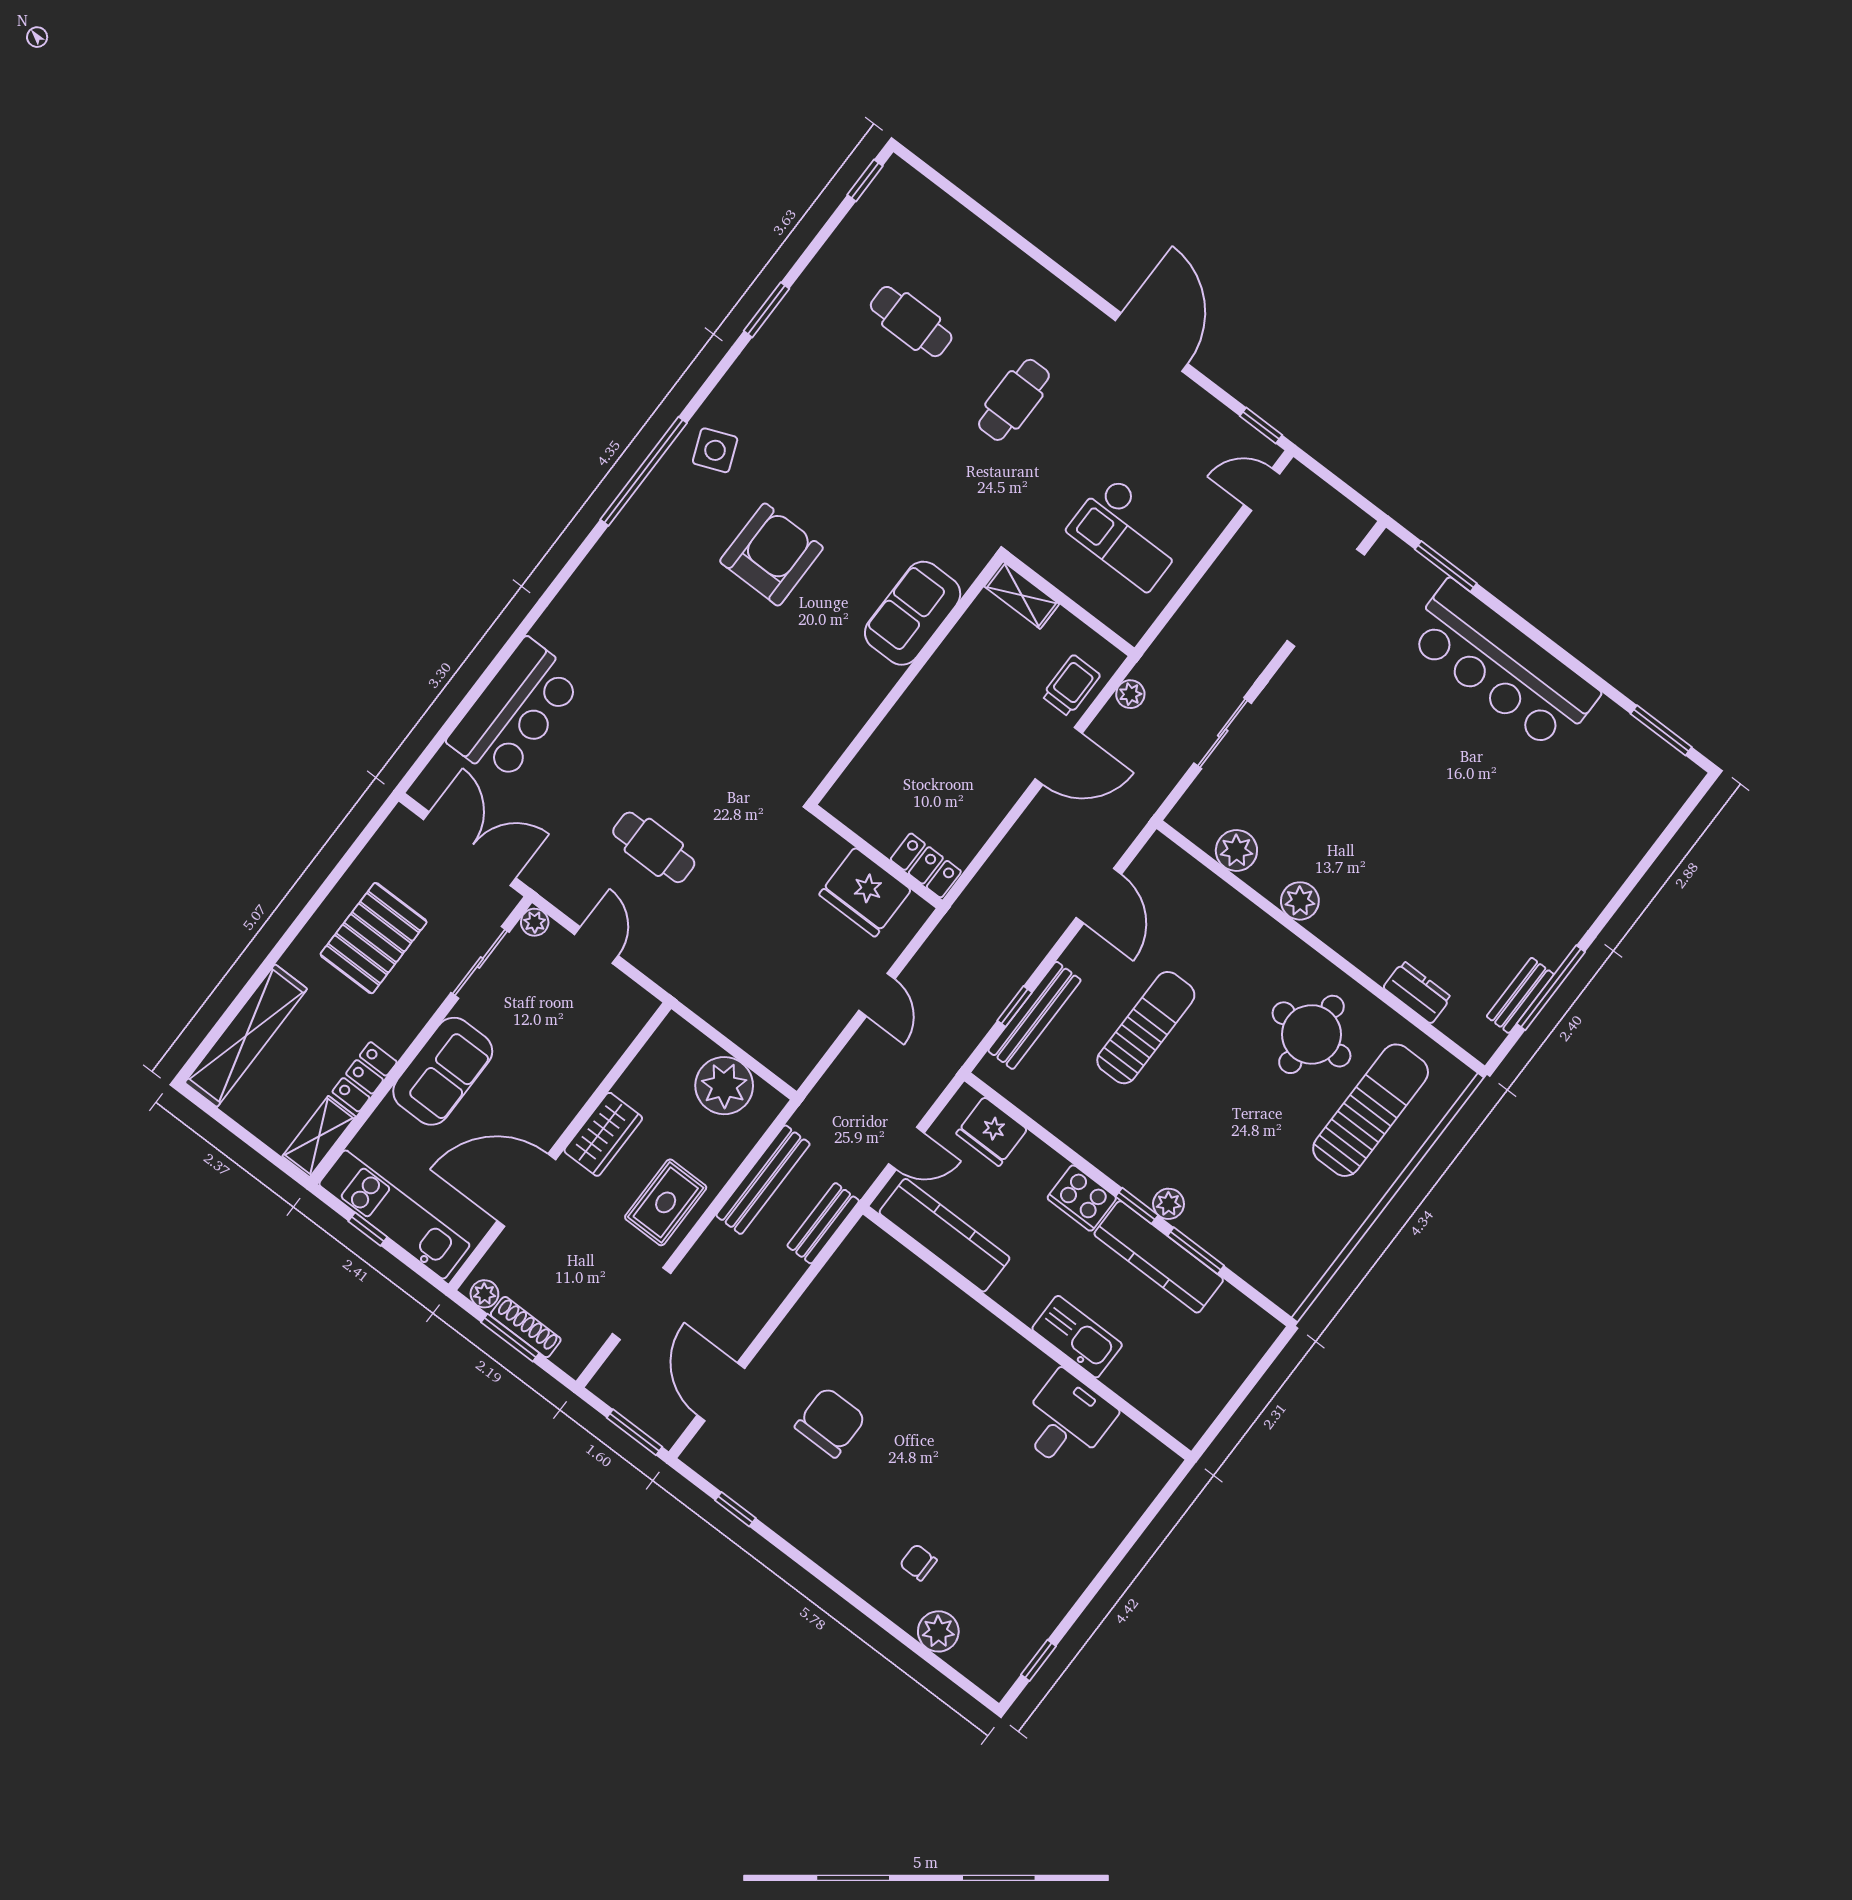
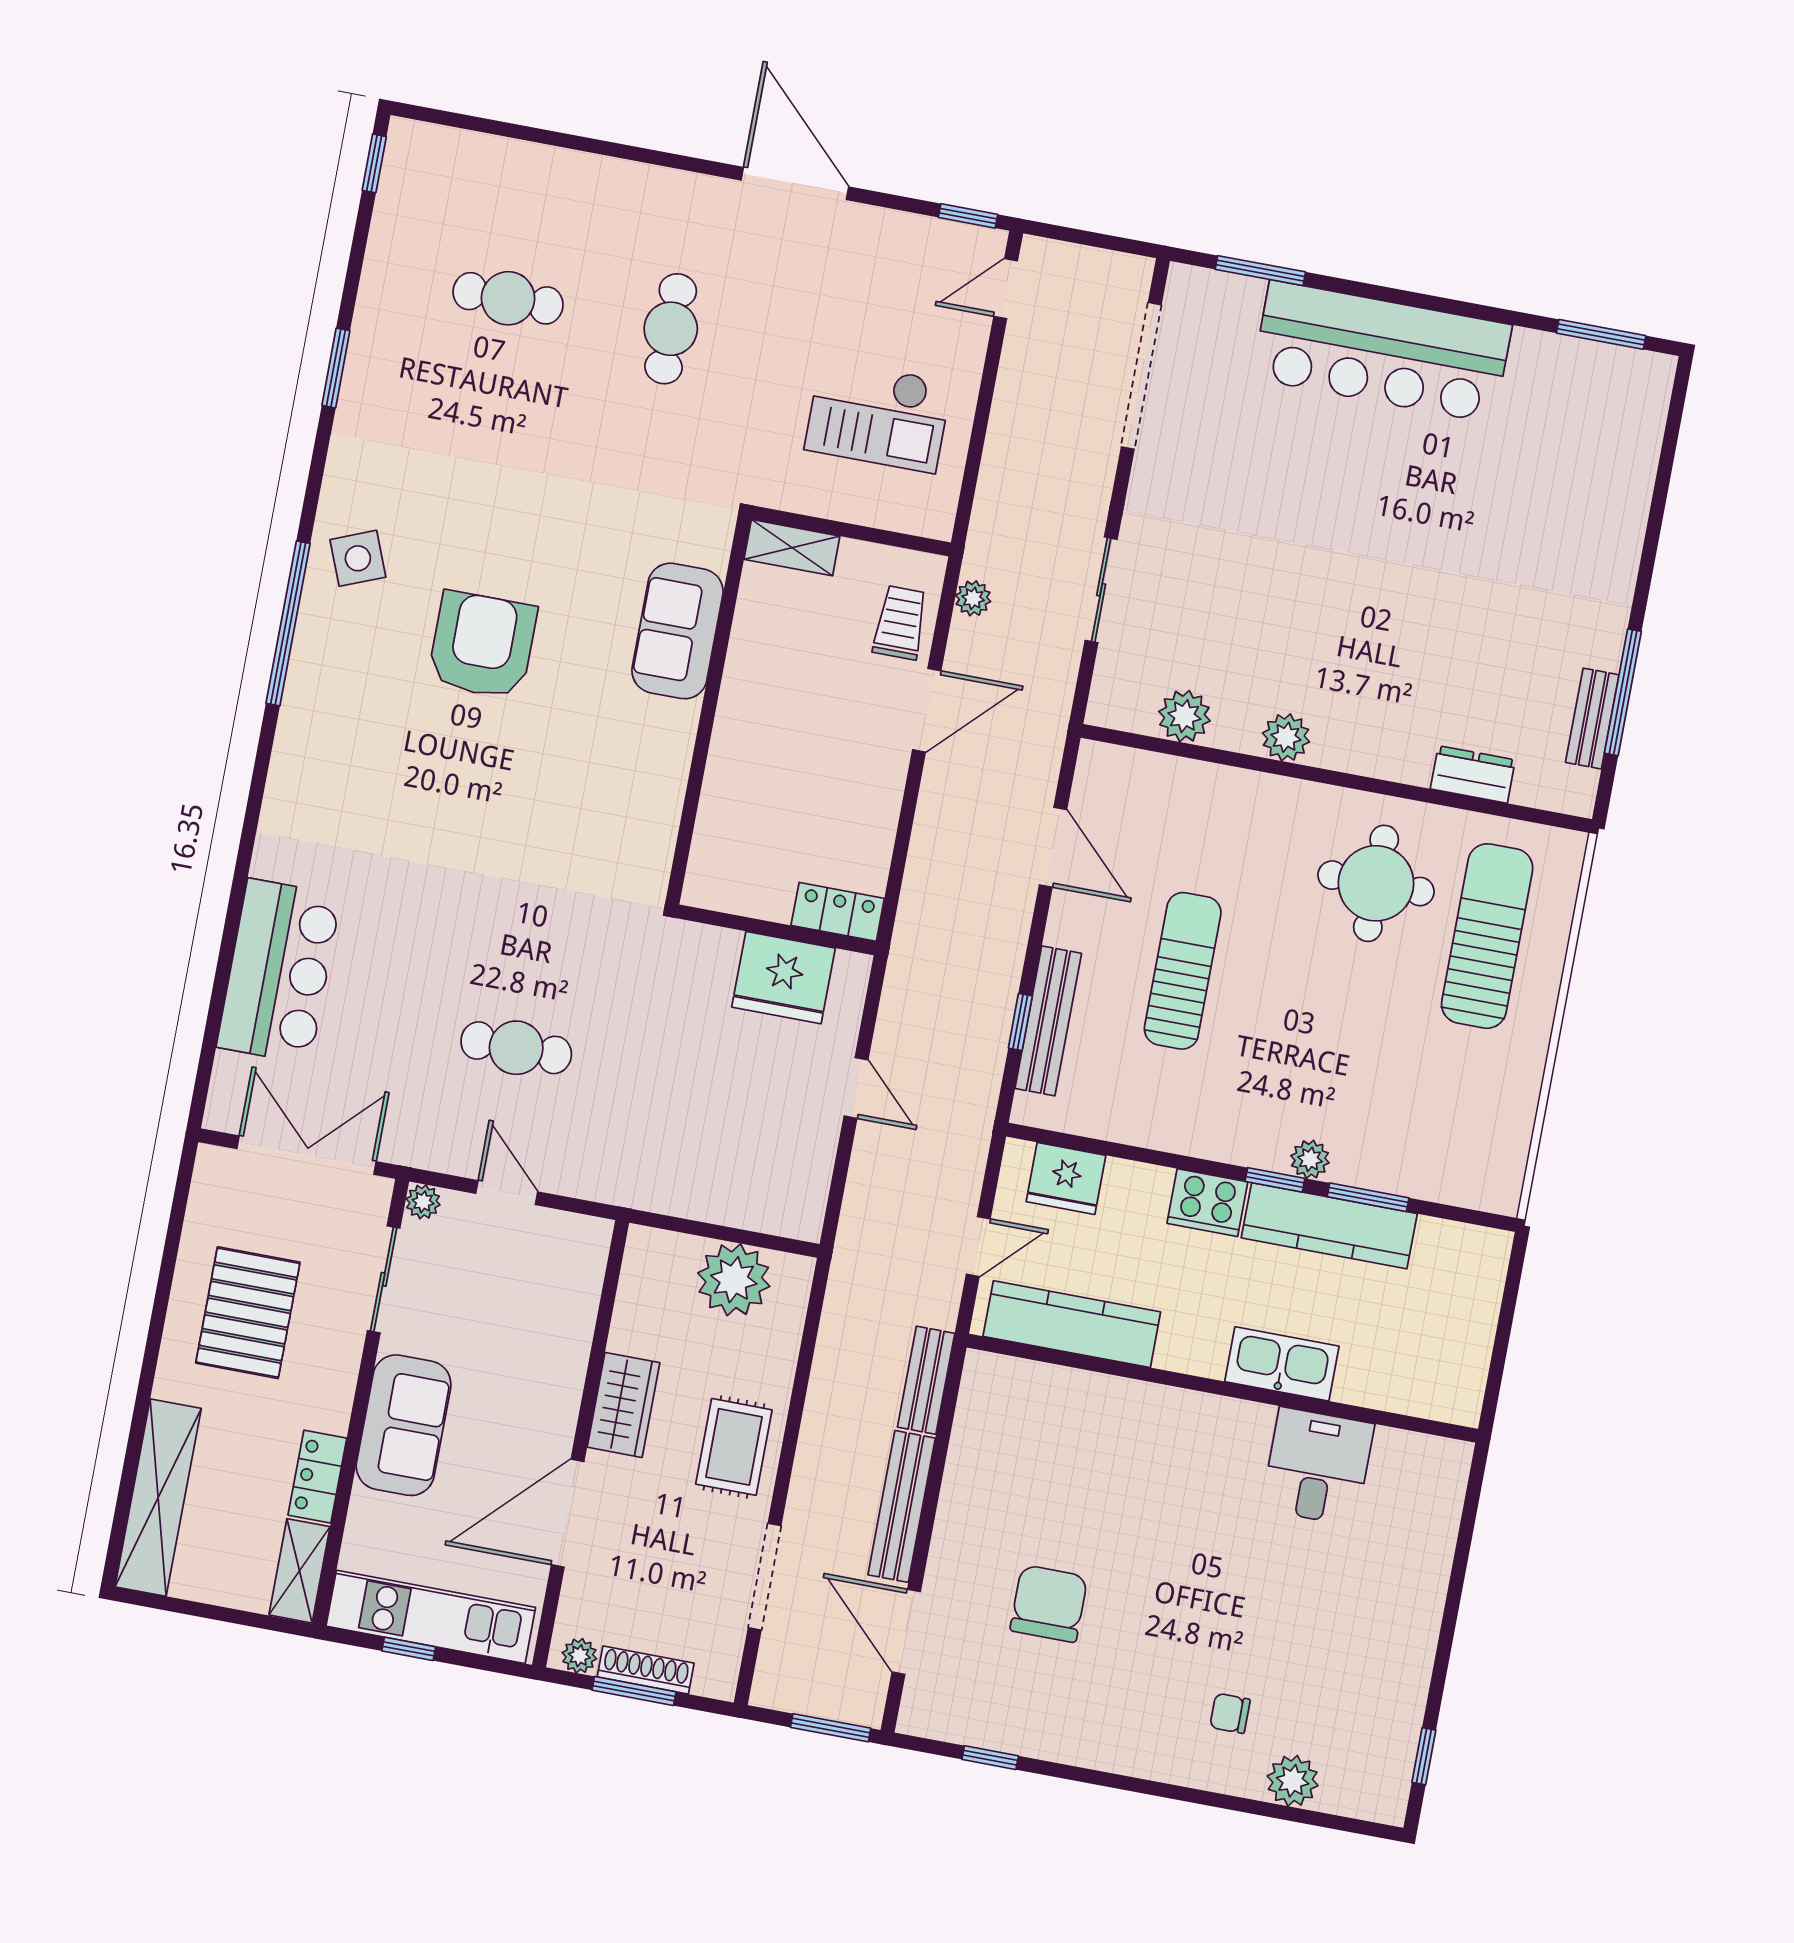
bench: (763, 1180) -> (902, 1506), moved

